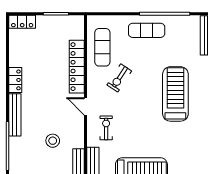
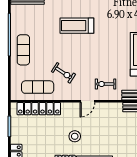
locker: (77, 67) -> (39, 109), moved
treadmill: (175, 94) -> (77, 26), width x0.73, depth x0.73
stool: (53, 141) -> (75, 136), moved

